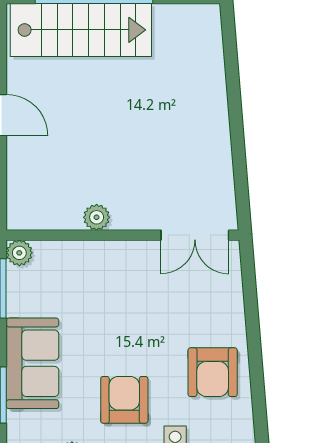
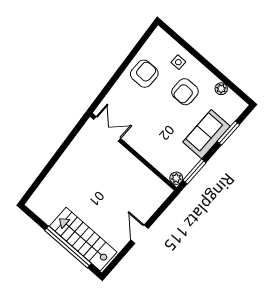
plant: (97, 217) -> (137, 167), removed

